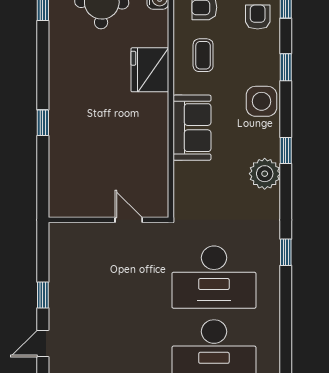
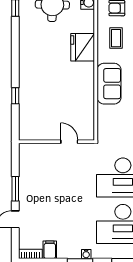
window: (43, 123) -> (15, 96), moved
window: (43, 295) -> (15, 189), width x1.50

